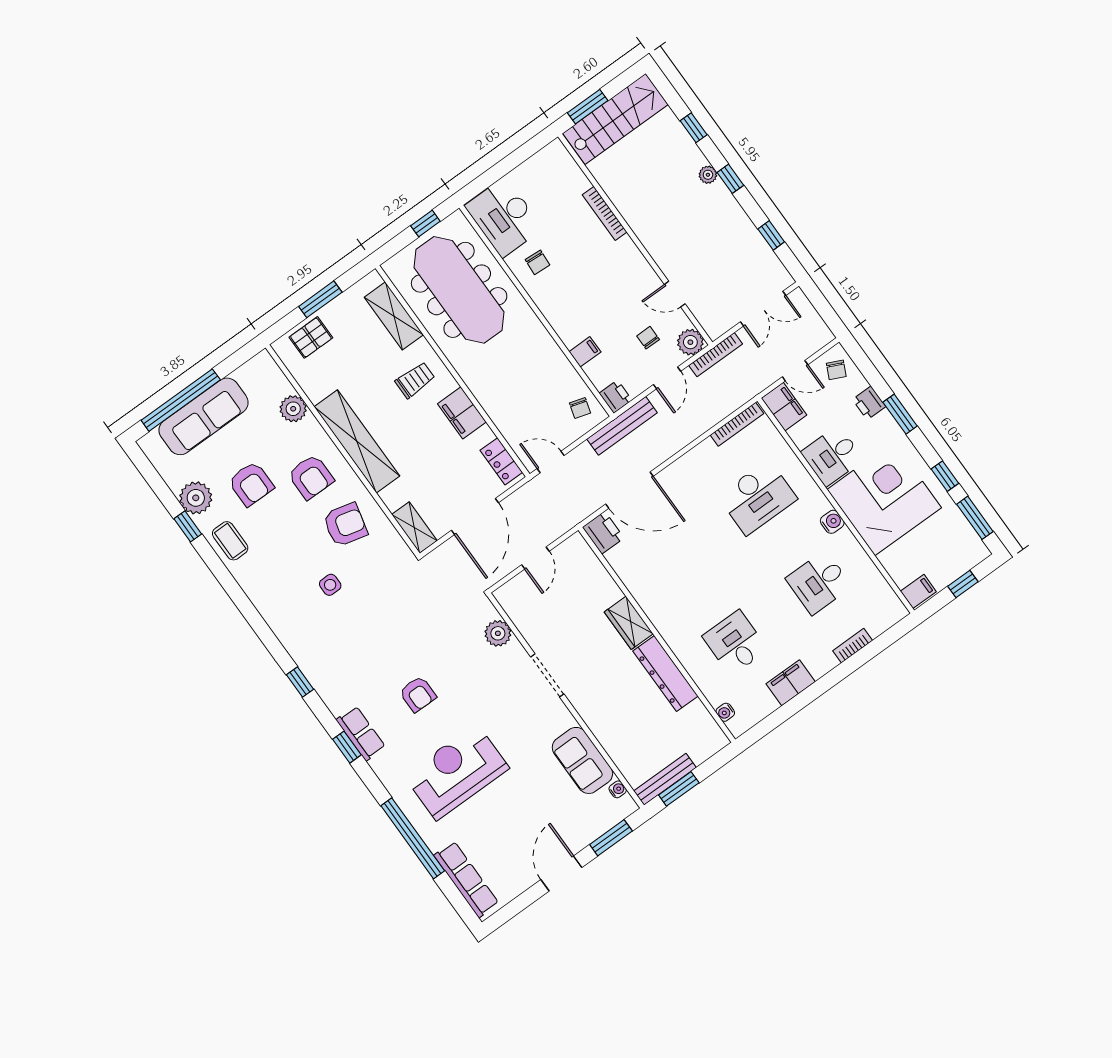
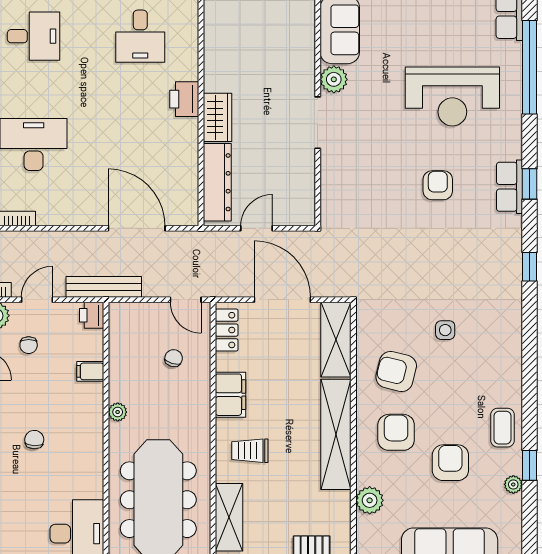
chair: (538, 262) -> (34, 440), moved
plant: (541, 336) -> (118, 412), added
chair: (580, 408) -> (174, 358), moved
plant: (196, 498) -> (513, 484), width x0.53, depth x0.53
door: (475, 517) -> (282, 300), hinge flipped
shelving: (414, 528) -> (336, 340), width x1.50, depth x1.33
printer: (603, 533) -> (184, 99), moved
plant: (498, 633) -> (334, 79), moved
dresser: (666, 674) -> (217, 182), moved

